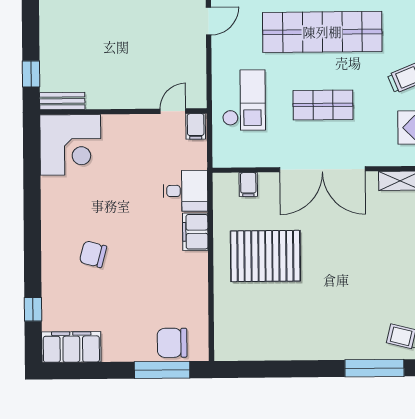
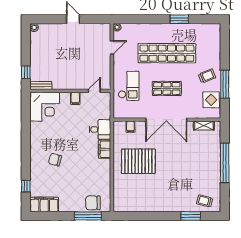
filing cabinet: (196, 126) -> (75, 98), moved
window: (374, 368) -> (191, 216), width x0.69

